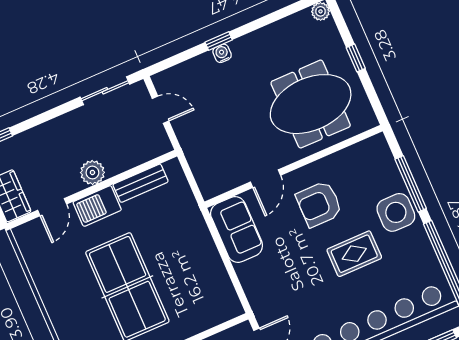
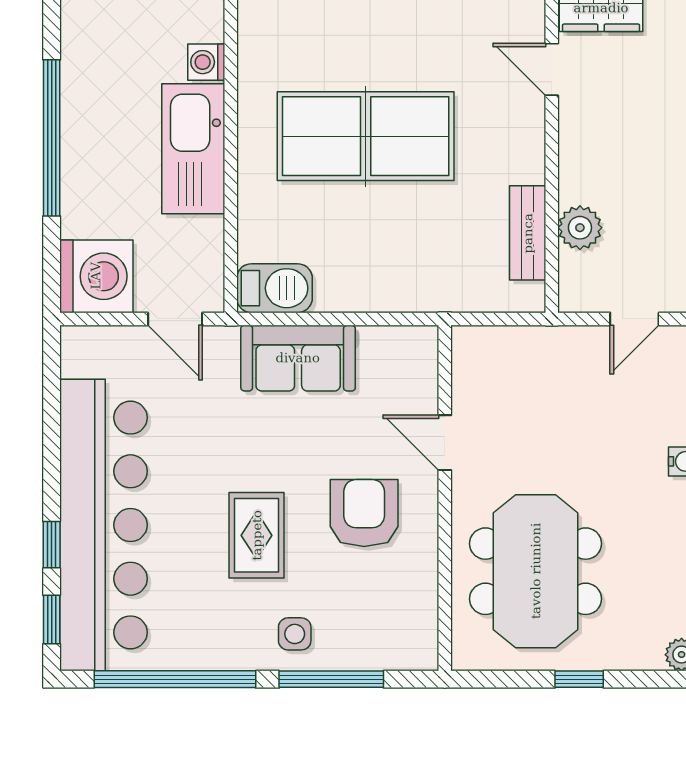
plant: (92, 172) -> (580, 228), moved
barbecue: (97, 206) -> (275, 288), moved, turned 90
side table: (396, 212) -> (295, 634), width x0.54, depth x0.54
sofa: (237, 230) -> (298, 358), moved

